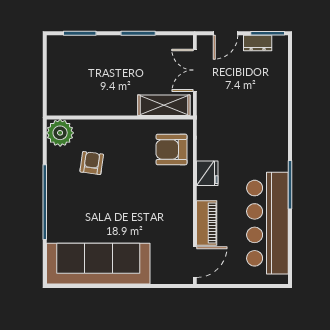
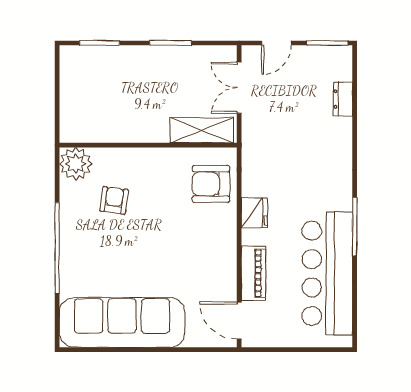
dresser: (258, 43) -> (343, 99), moved, turned 90
door: (195, 262) -> (239, 321), swing flipped

